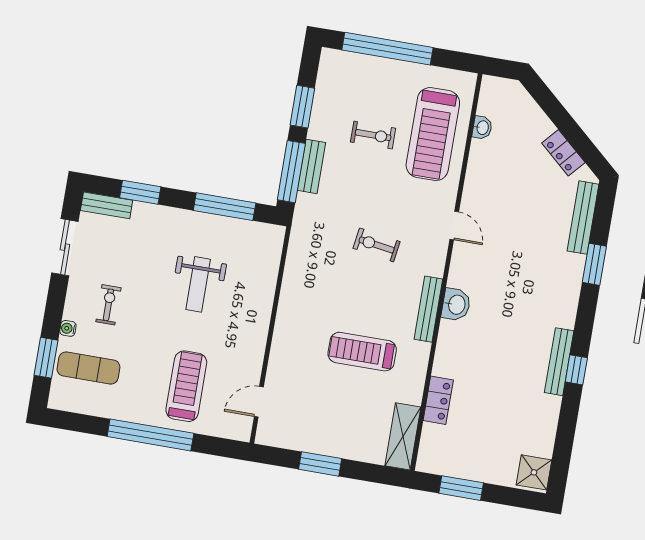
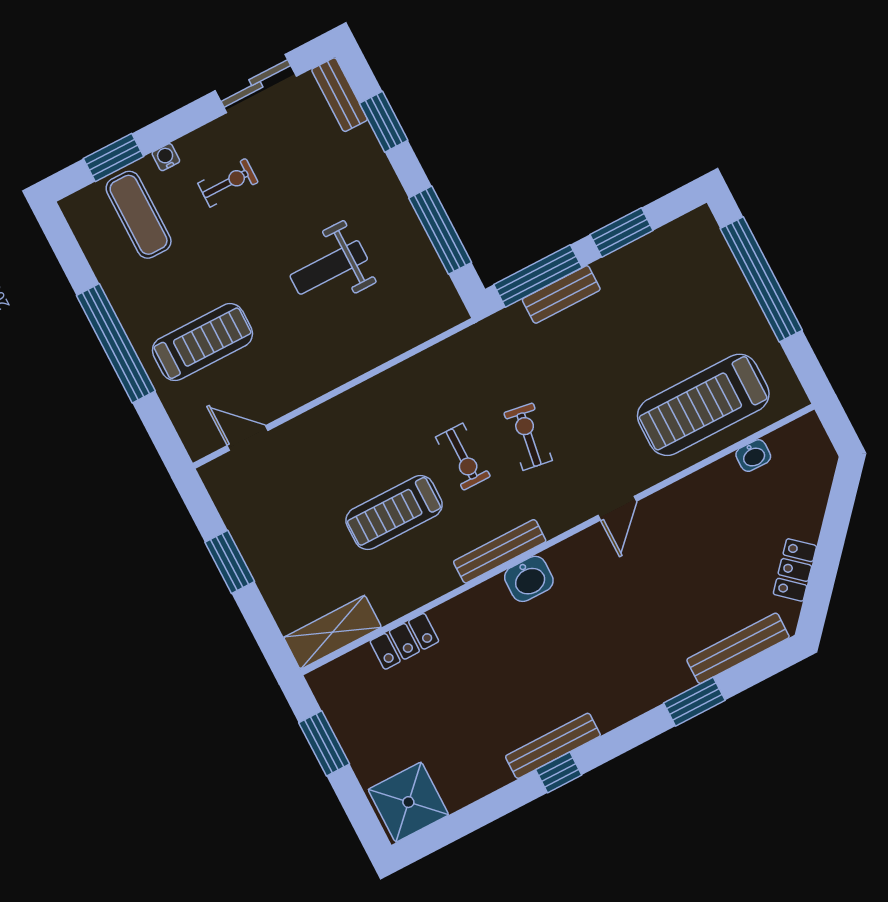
exercise bike: (373, 135) -> (463, 457), moved
treadmill: (362, 352) -> (394, 513), turned -90
shower: (534, 472) -> (408, 802), width x1.36, depth x1.36

